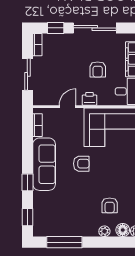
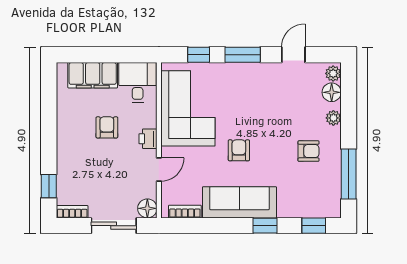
sliding door: (95, 28) -> (49, 131), removed
armchair: (98, 69) -> (107, 127), turned -90
floor lamp: (40, 98) -> (147, 208), added
door: (68, 107) -> (159, 169), swing flipped
armchair: (110, 205) -> (309, 151), moved

